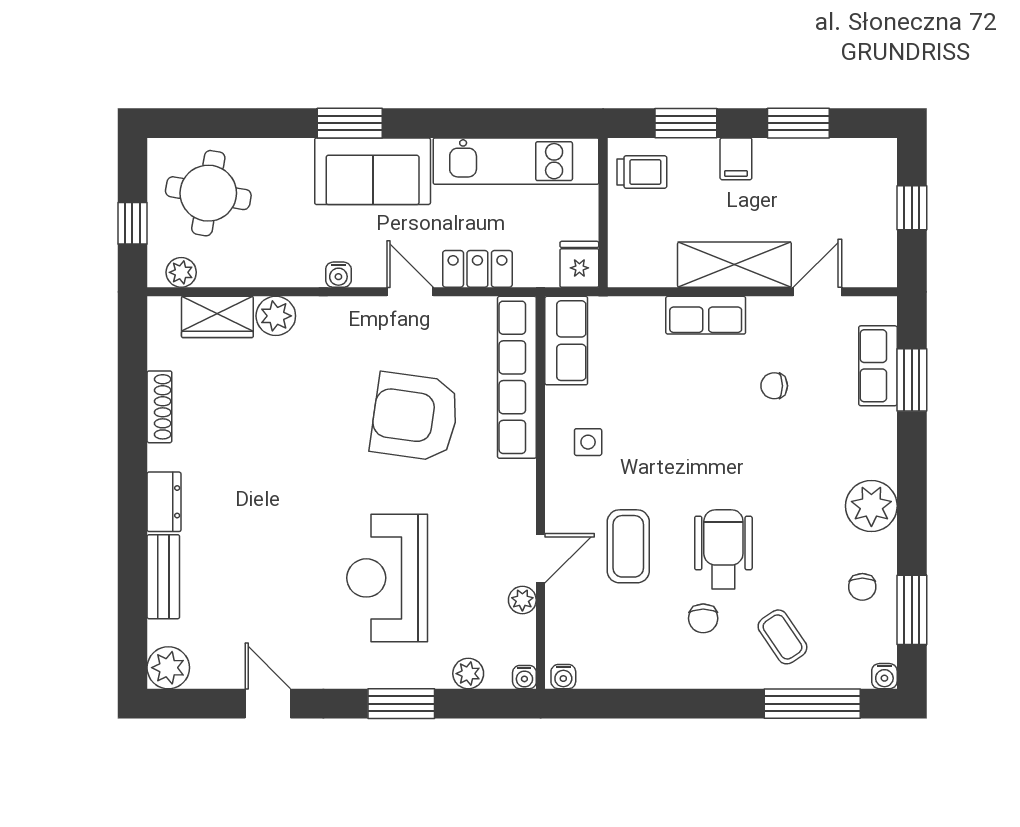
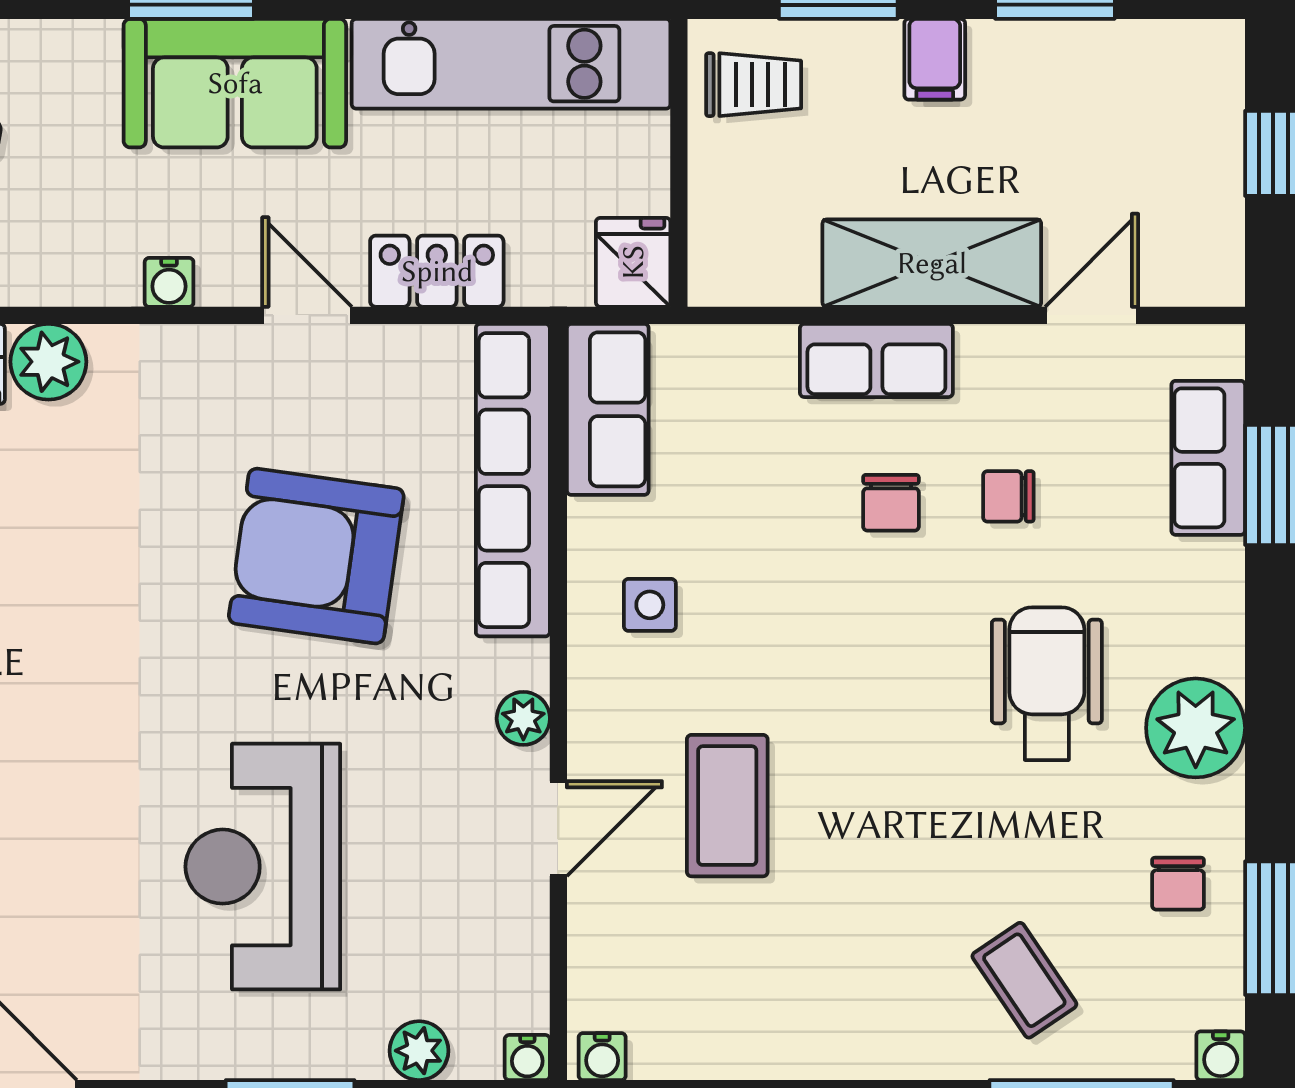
wheelchair: (723, 549) -> (1047, 684), moved
plant: (522, 600) -> (523, 718), moved
chair: (703, 618) -> (891, 503), moved

